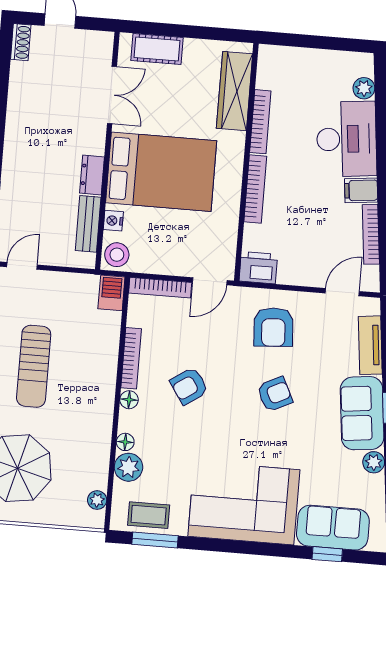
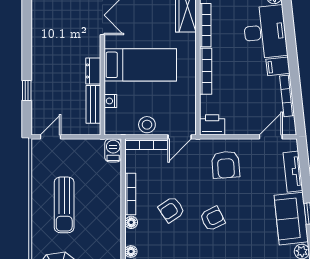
bed: (161, 172) -> (140, 65), width x0.67
stool: (117, 255) -> (147, 125), moved
armchair: (275, 394) -> (212, 219), moved

